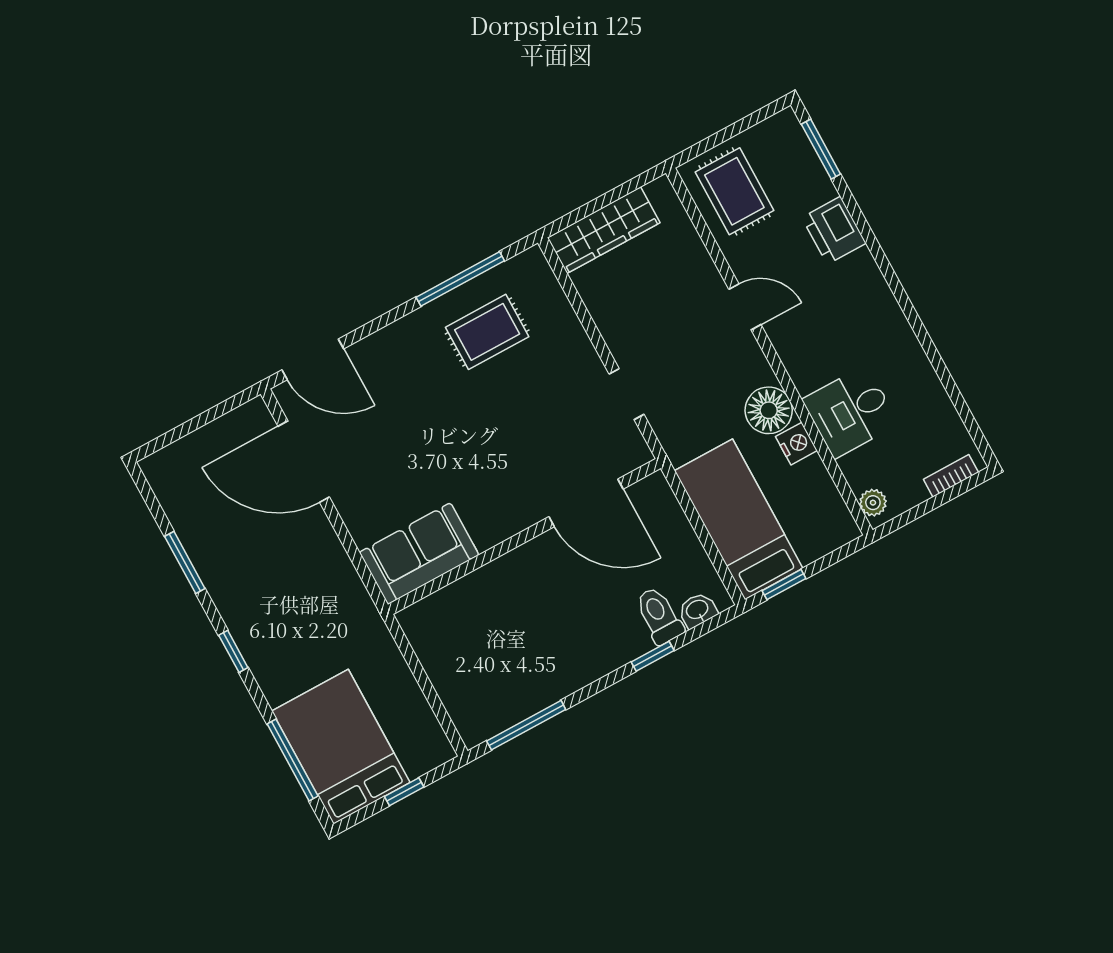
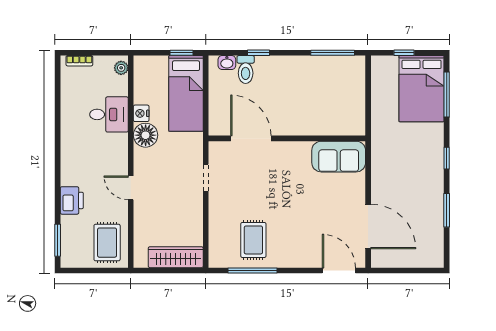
rug: (487, 332) -> (253, 240), turned 90

